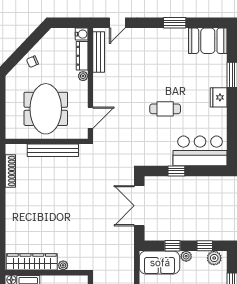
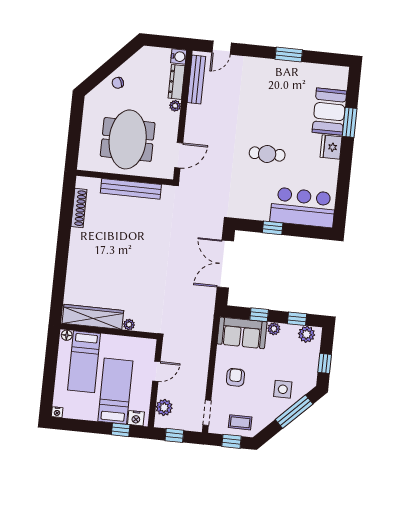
booth: (208, 41) -> (329, 112), moved, turned 90

